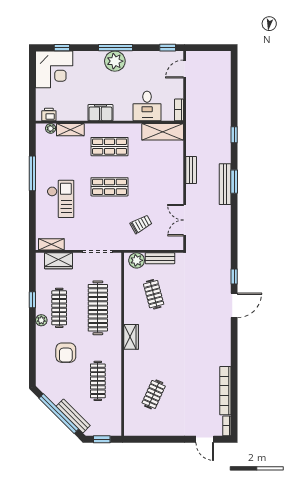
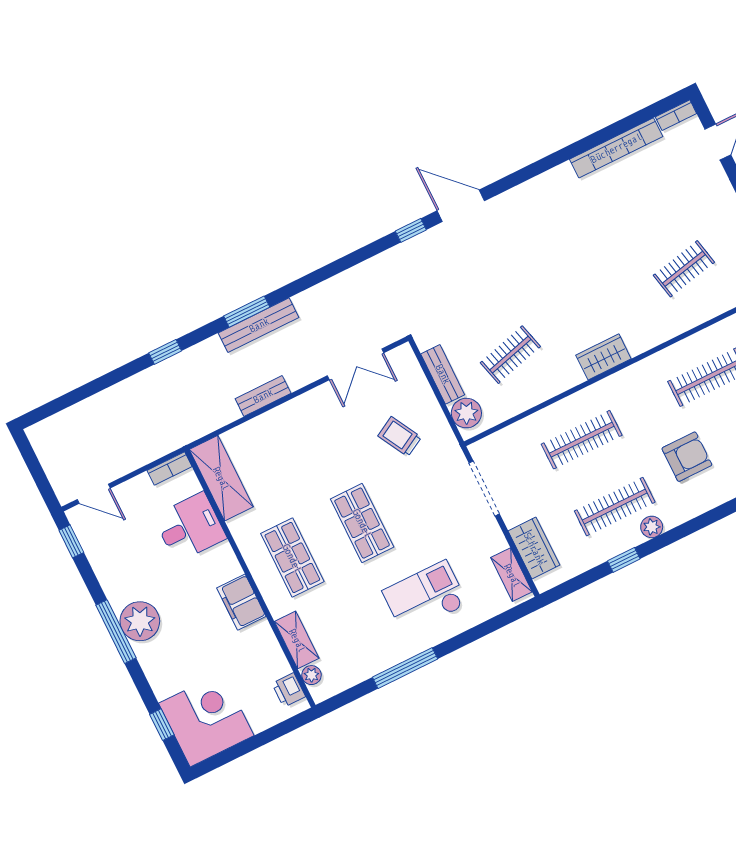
clothes rail: (98, 308) -> (582, 440), width x0.73, depth x0.76
clothes rail: (154, 394) -> (684, 269), turned -36

